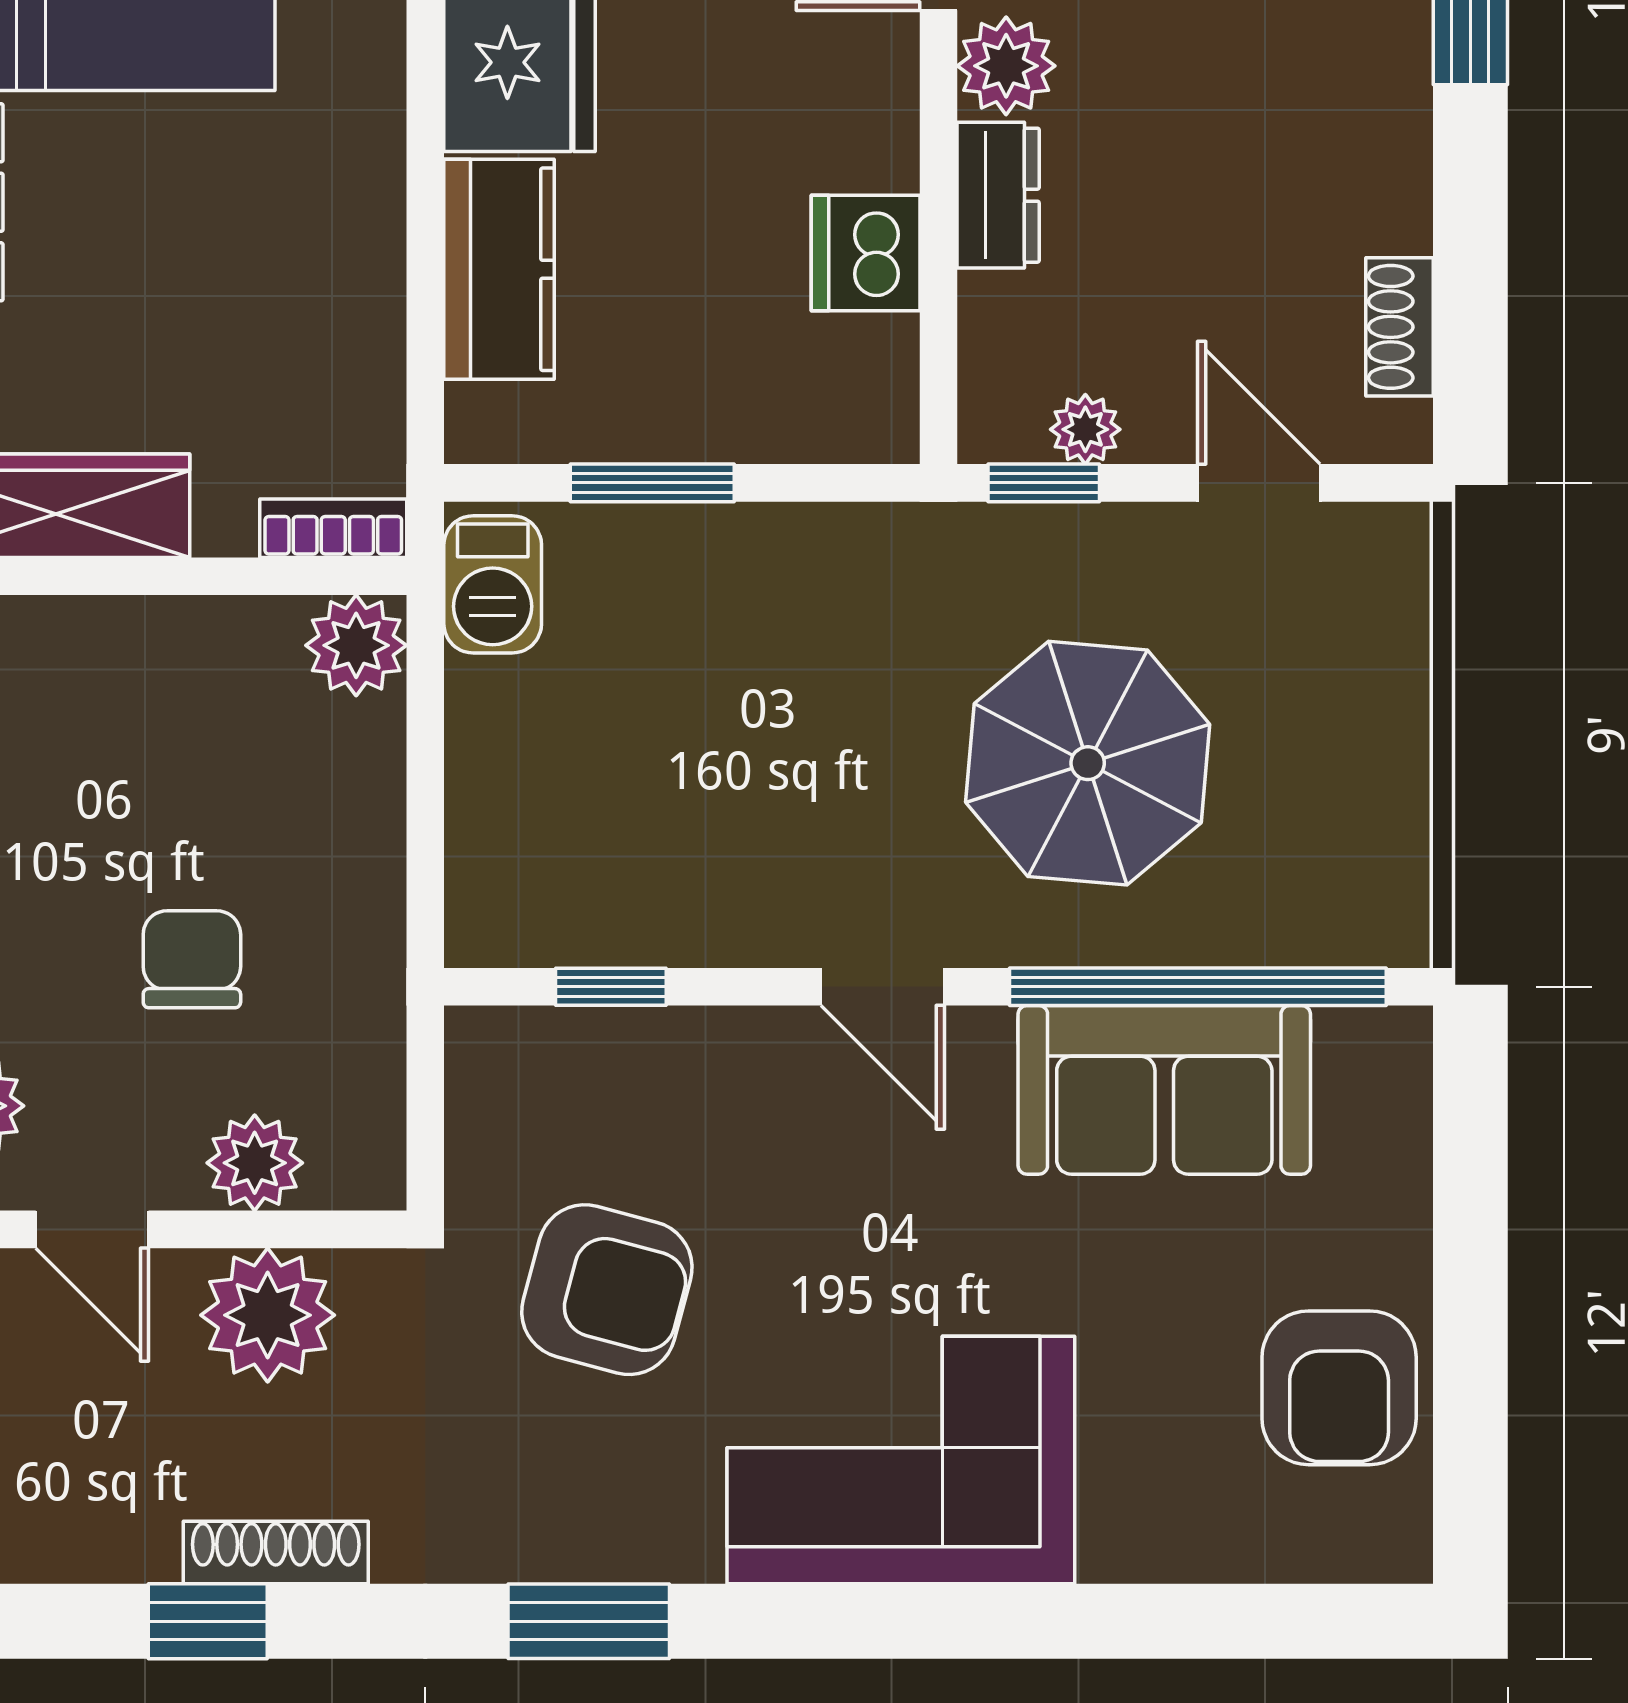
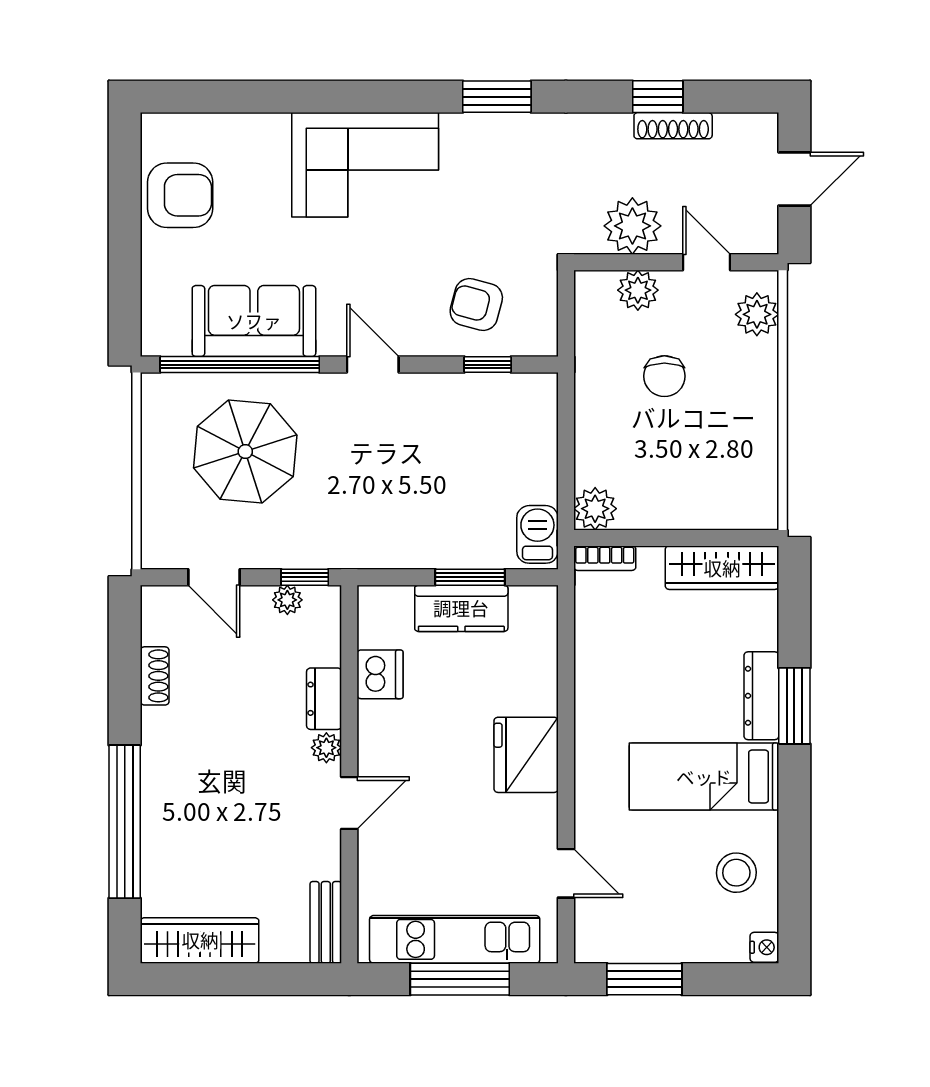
plant: (1006, 66) -> (326, 748), width x0.73, depth x0.73
kitchen counter: (499, 269) -> (461, 608), moved, turned -90
shoe rack: (1399, 327) -> (155, 676), moved
parasol: (1088, 763) -> (245, 452), moved
armchair: (607, 1290) -> (476, 305), moved, width x0.72, depth x0.72
armchair: (1339, 1388) -> (180, 195), turned 90
shoe rack: (276, 1553) -> (673, 126), moved

